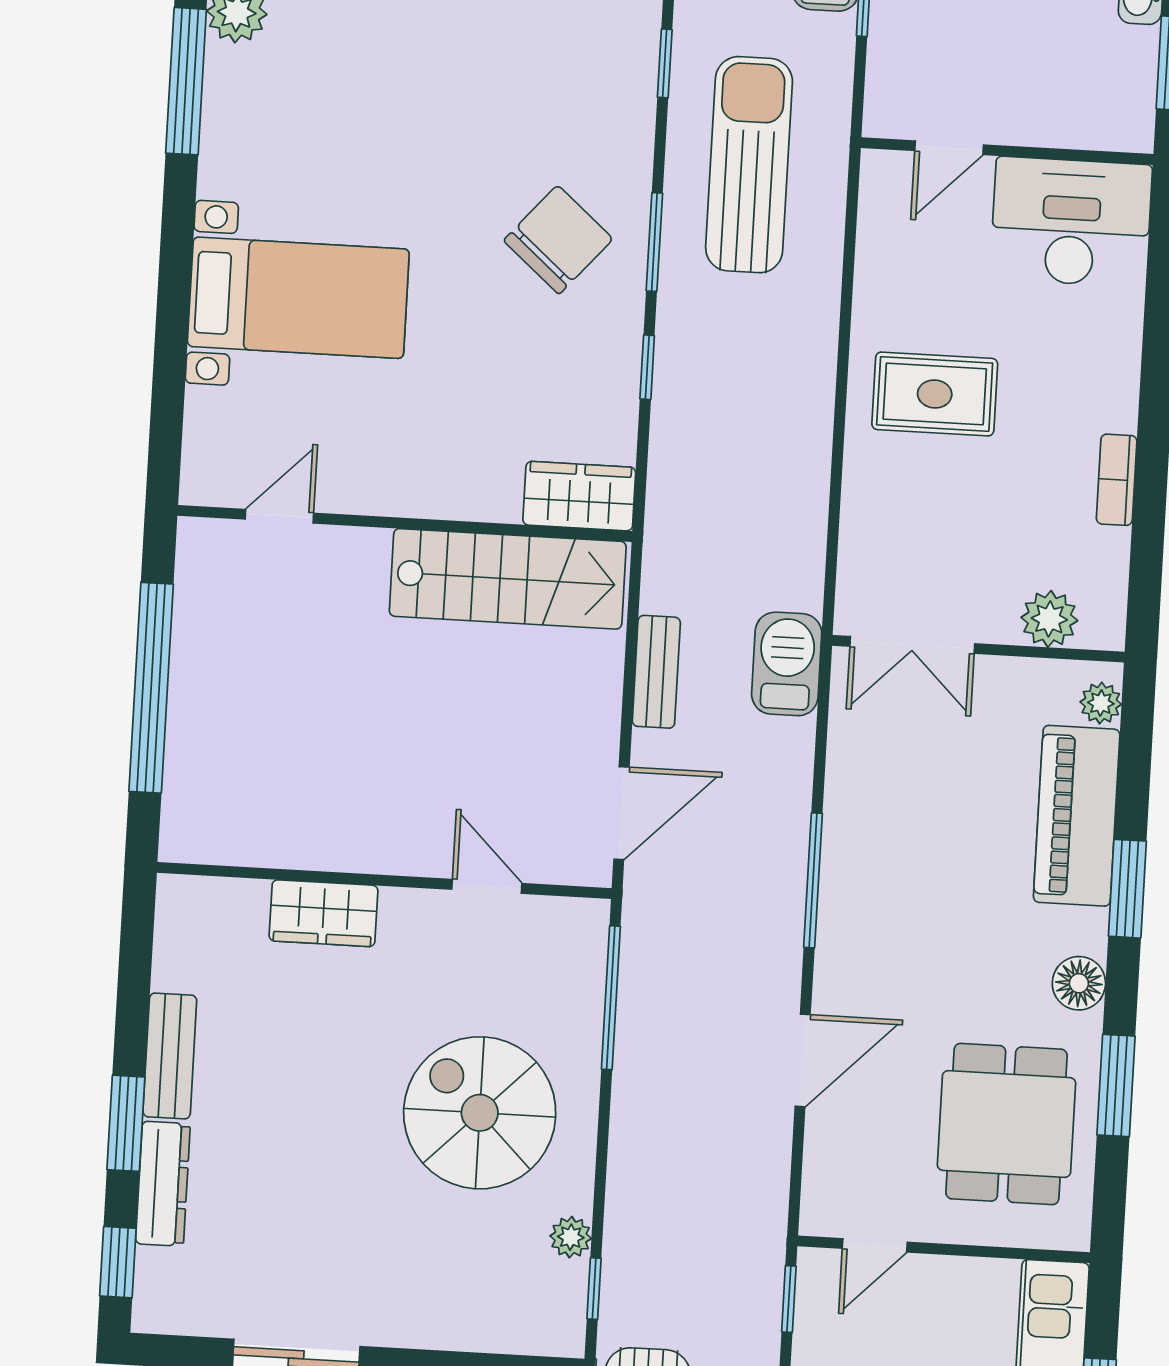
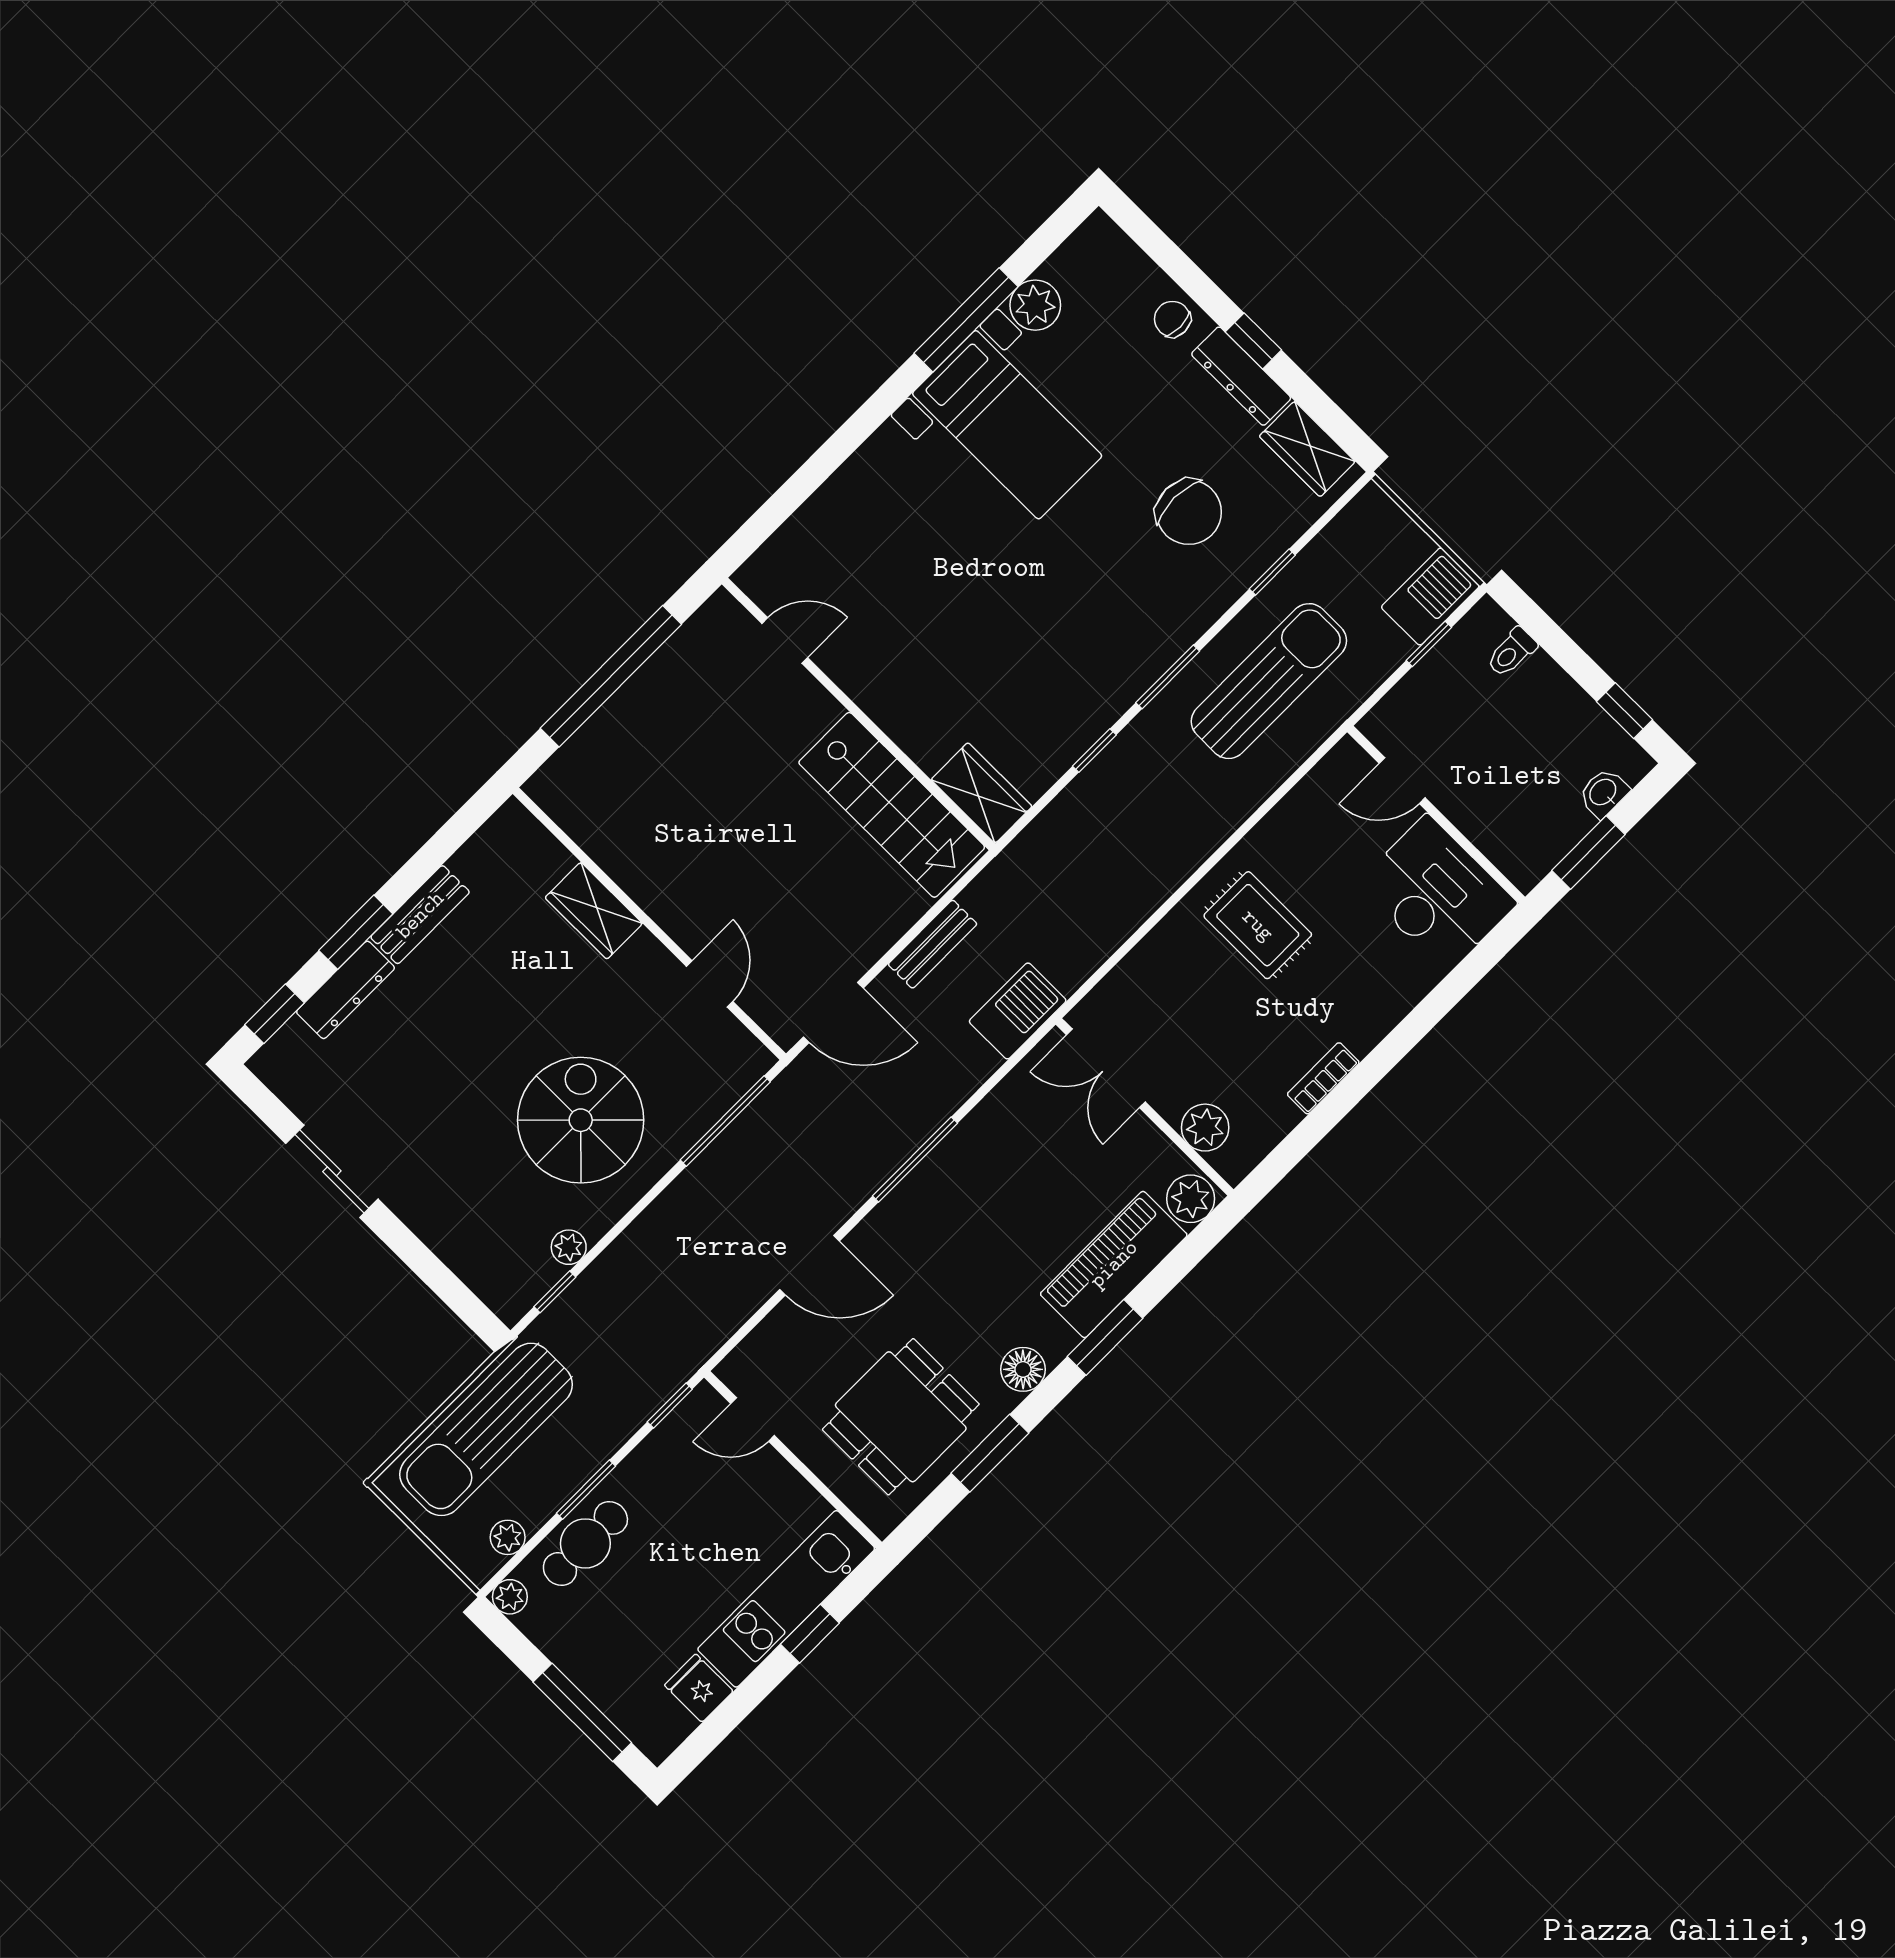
chair: (558, 240) -> (1189, 512), moved, turned 49
bed with nightstands: (298, 298) -> (1007, 425), moved
plant: (1101, 703) -> (1191, 1199), width x1.38, depth x1.38

